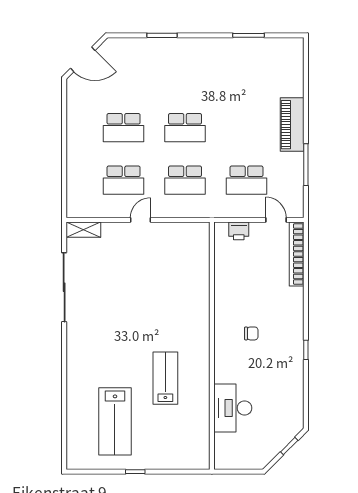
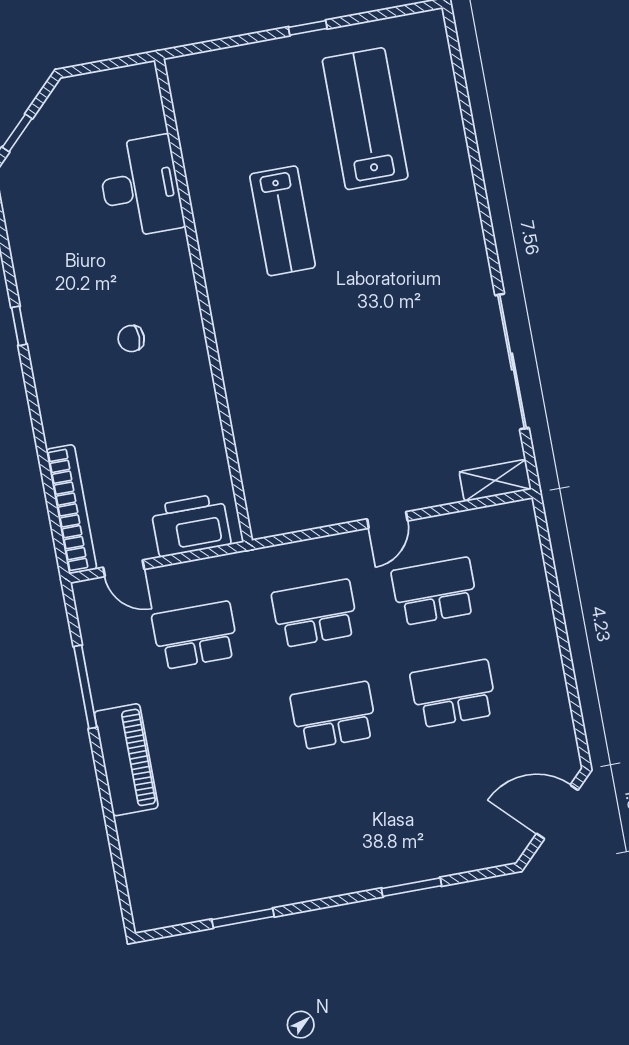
printer: (239, 231) -> (191, 525), width x1.87, depth x1.48

